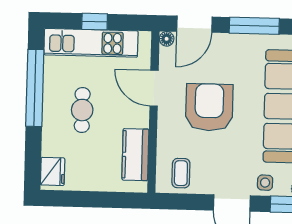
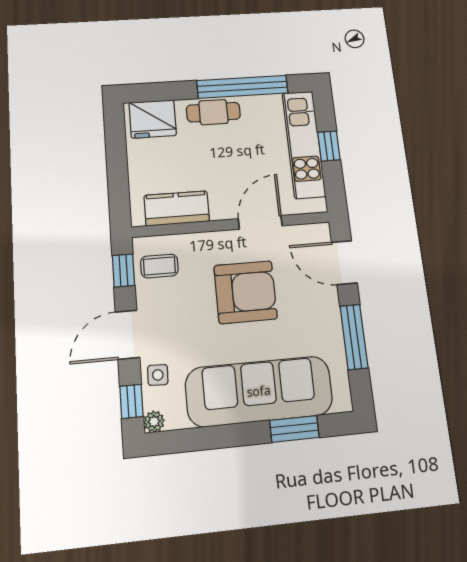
floor lamp: (167, 39) -> (322, 231), removed
cafe table: (82, 110) -> (213, 112), moved
fridge: (53, 171) -> (153, 119), width x1.36, depth x1.34
window: (181, 202) -> (123, 270), added

